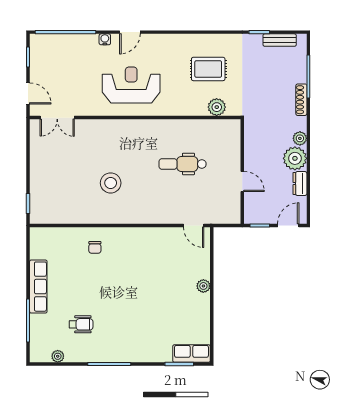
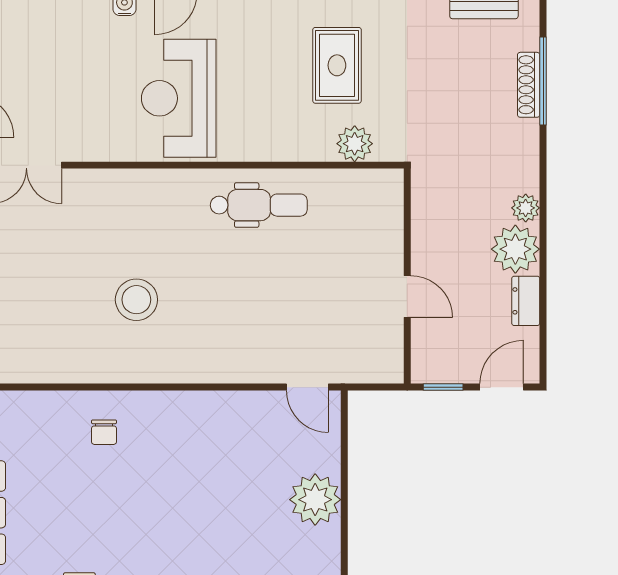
rug: (208, 69) -> (337, 65), turned 90
reception desk: (131, 85) -> (179, 98), turned -90
shoe rack: (301, 100) -> (529, 85), moved
dental chair: (183, 164) -> (259, 205), moved, turned 180
plant: (203, 286) -> (315, 500), width x1.88, depth x1.88

